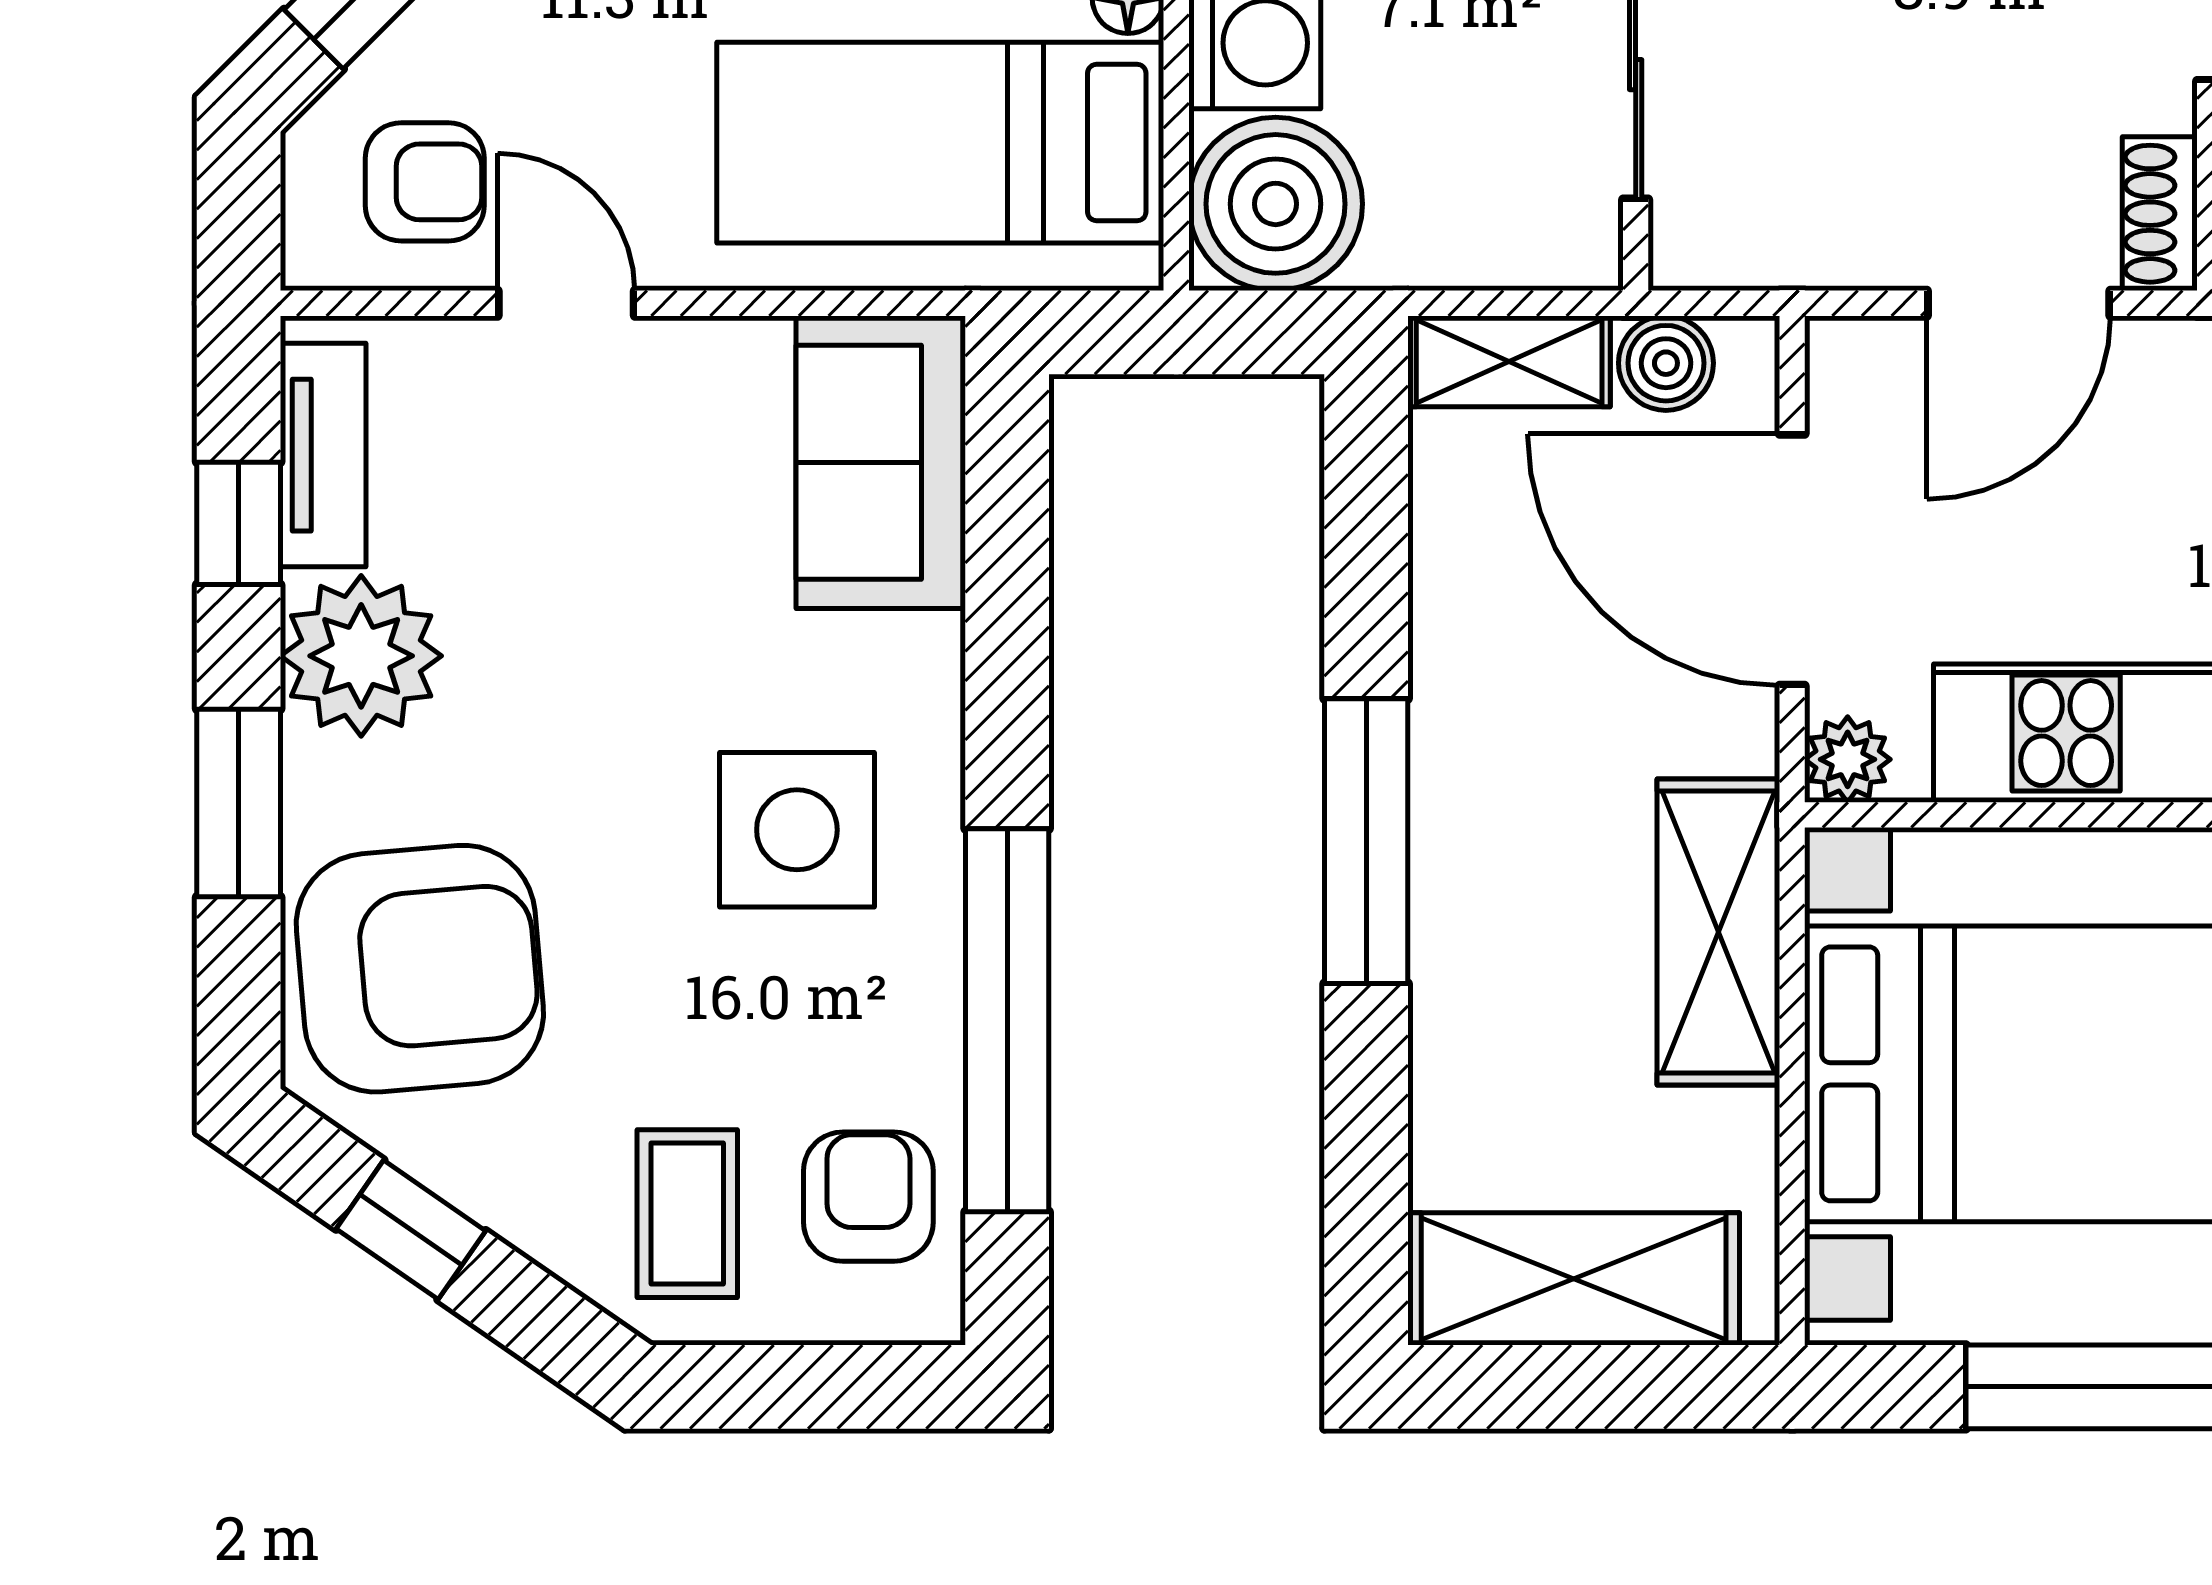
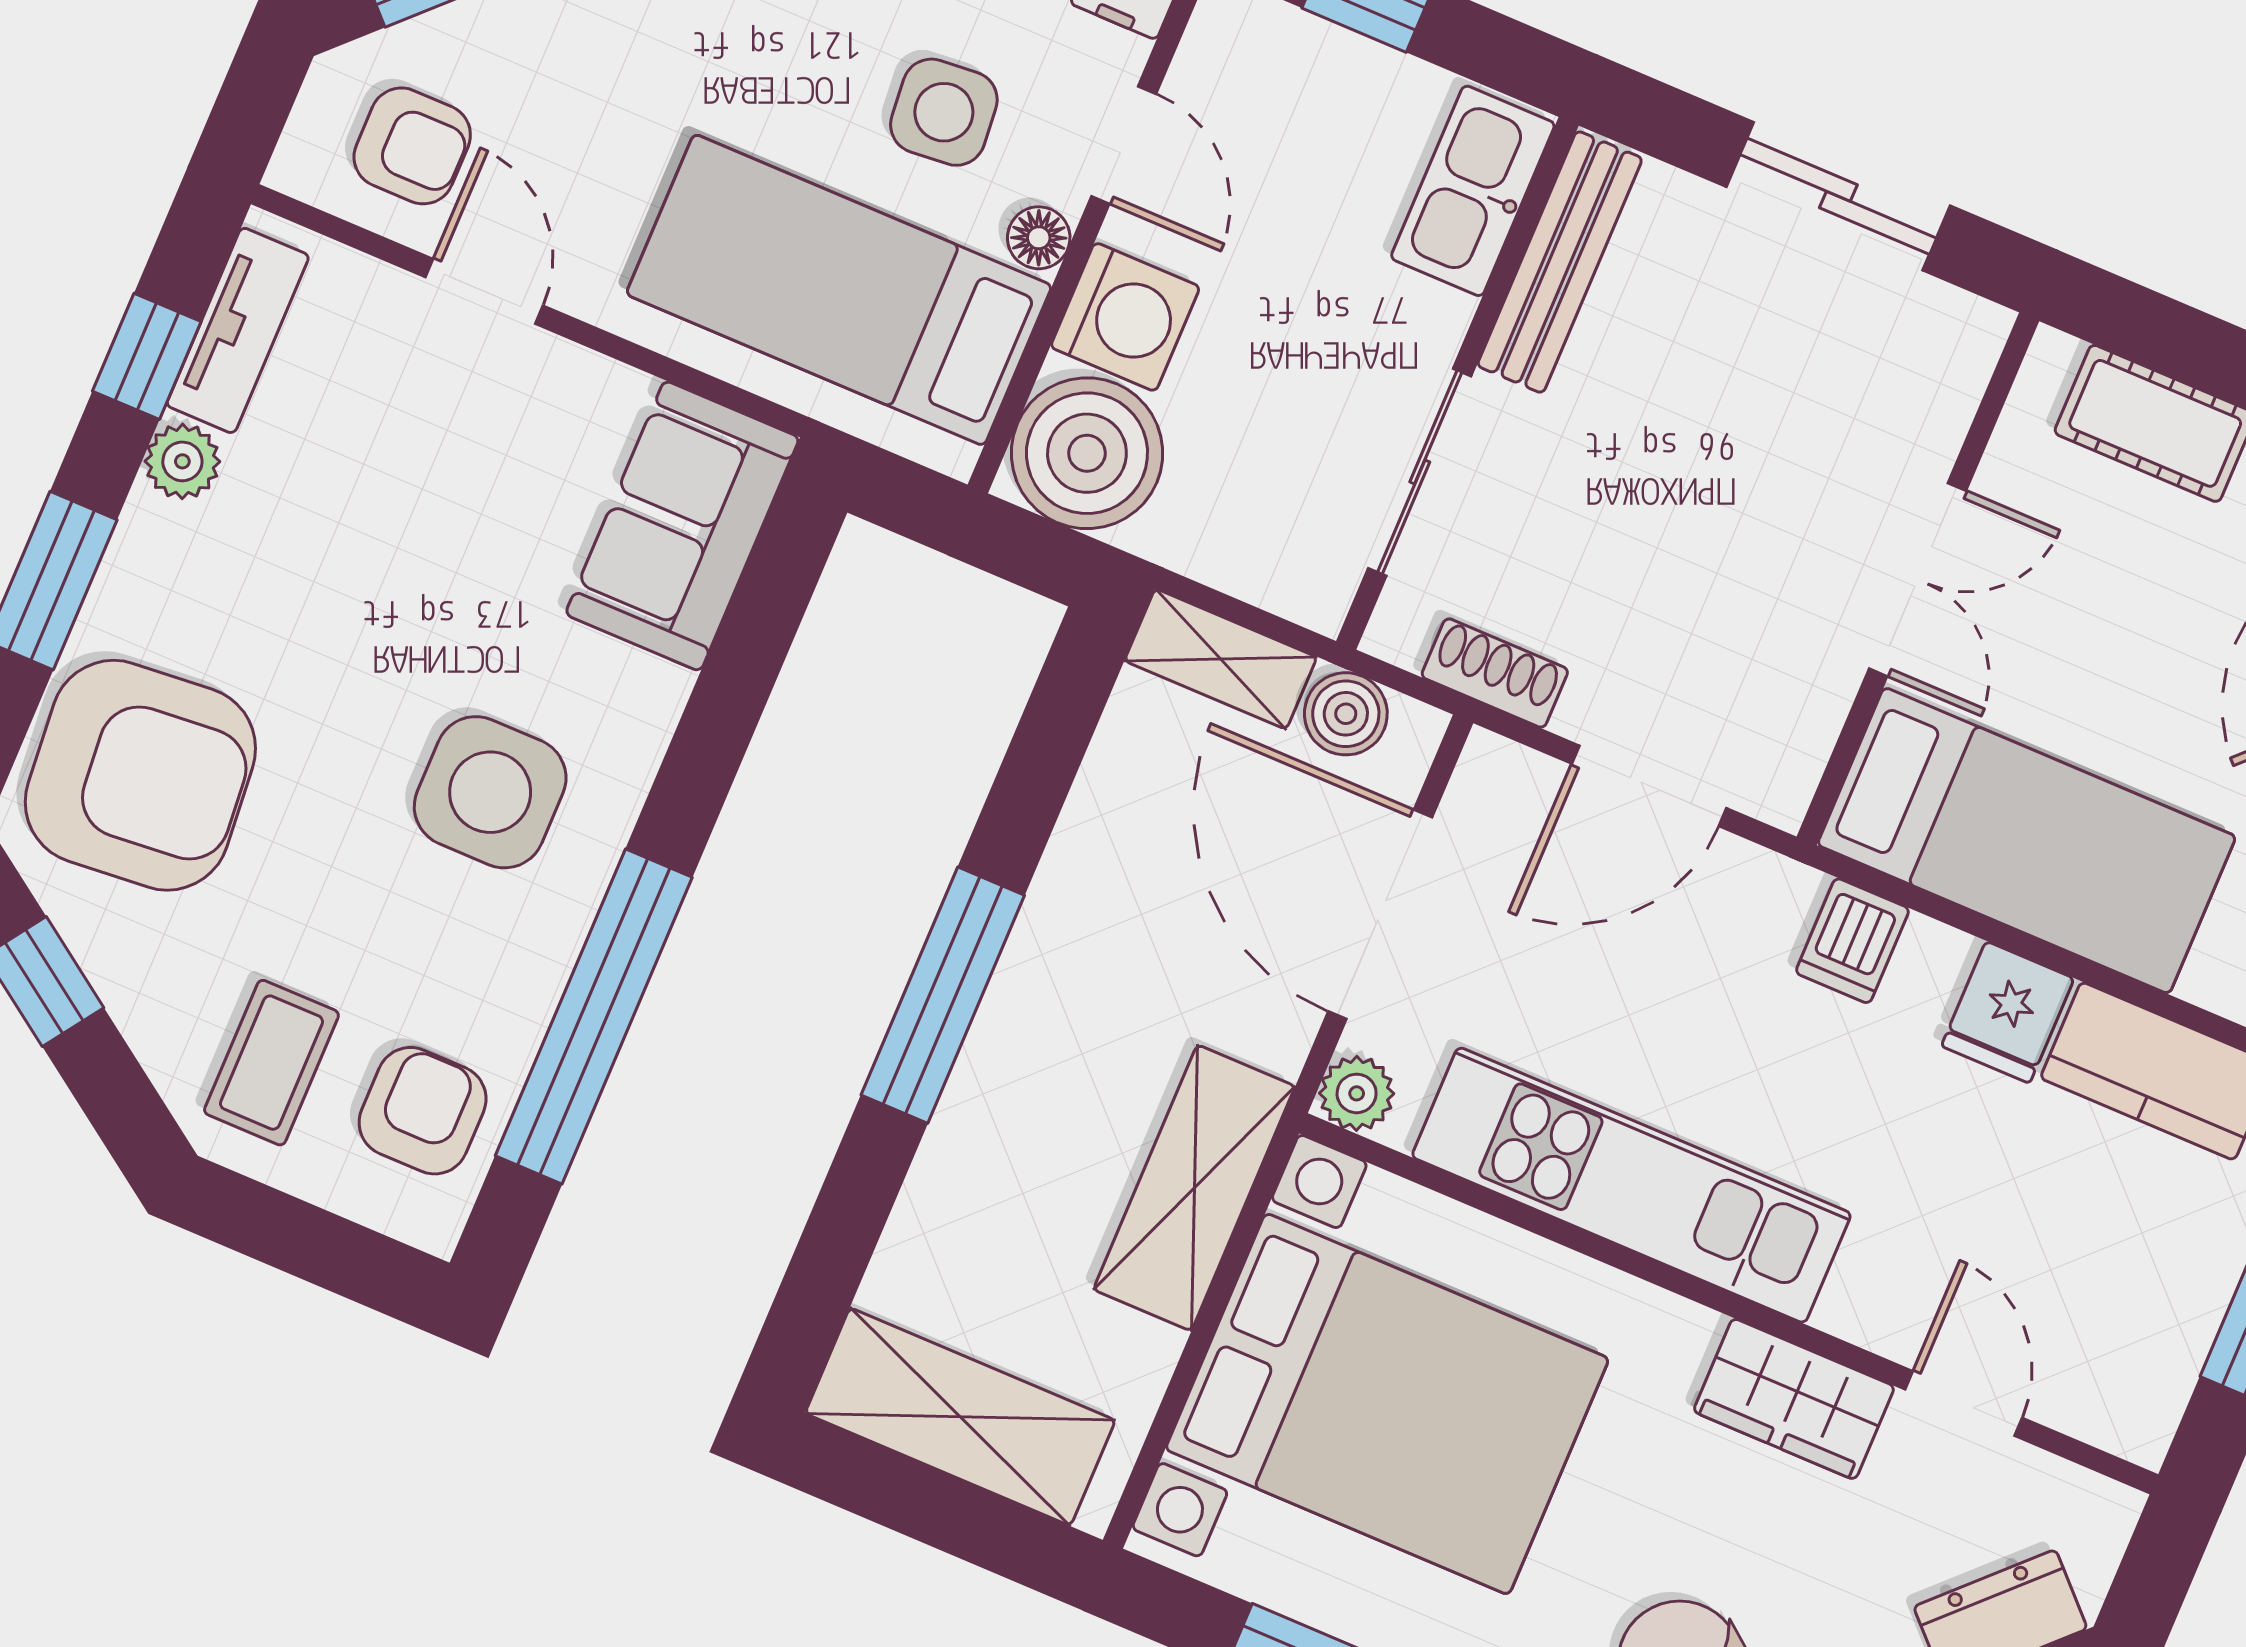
shoe rack: (2160, 214) -> (1495, 673), moved, turned 90
plant: (361, 656) -> (182, 461), width x0.53, depth x0.53

